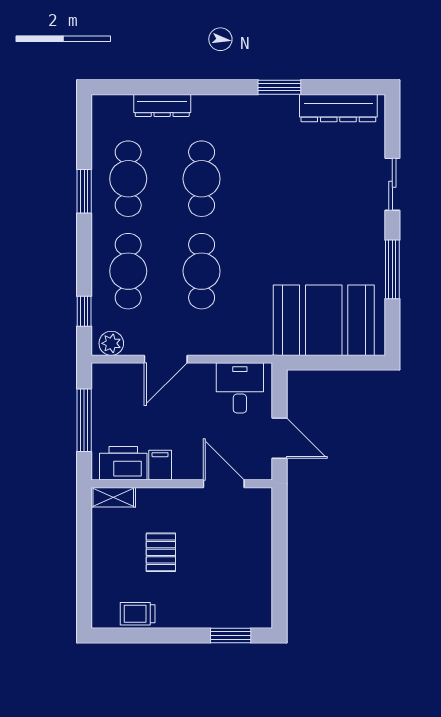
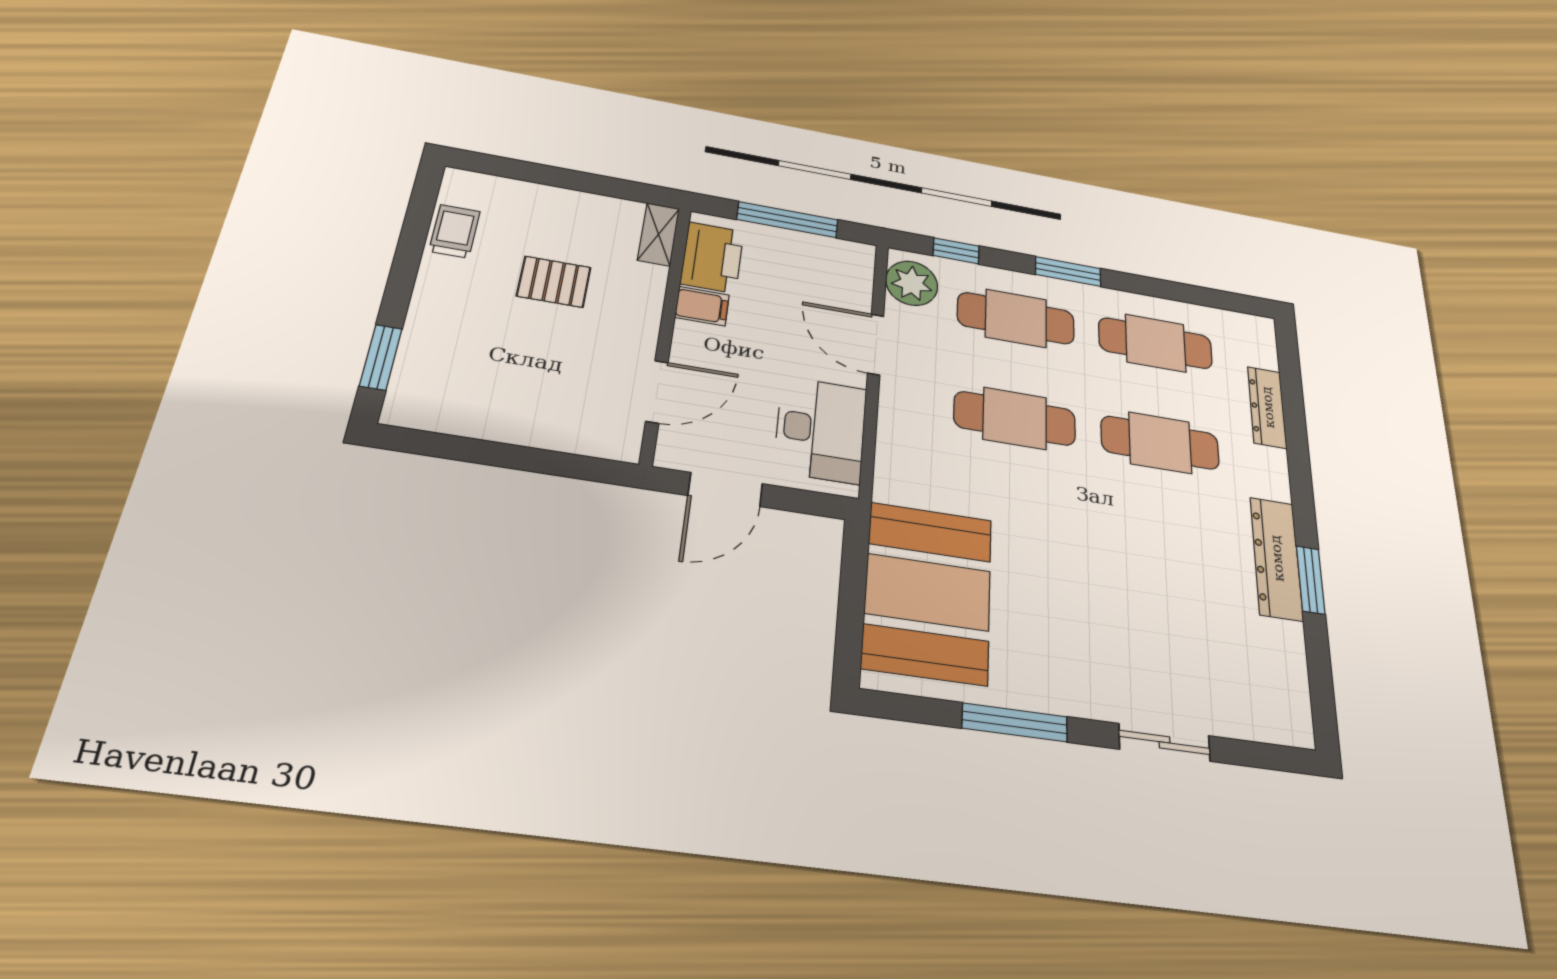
dresser: (338, 108) -> (1276, 558), moved
window: (84, 191) -> (1068, 271), moved
plant: (111, 343) -> (912, 283), width x1.36, depth x1.36
desk: (240, 388) -> (821, 430), width x1.37

